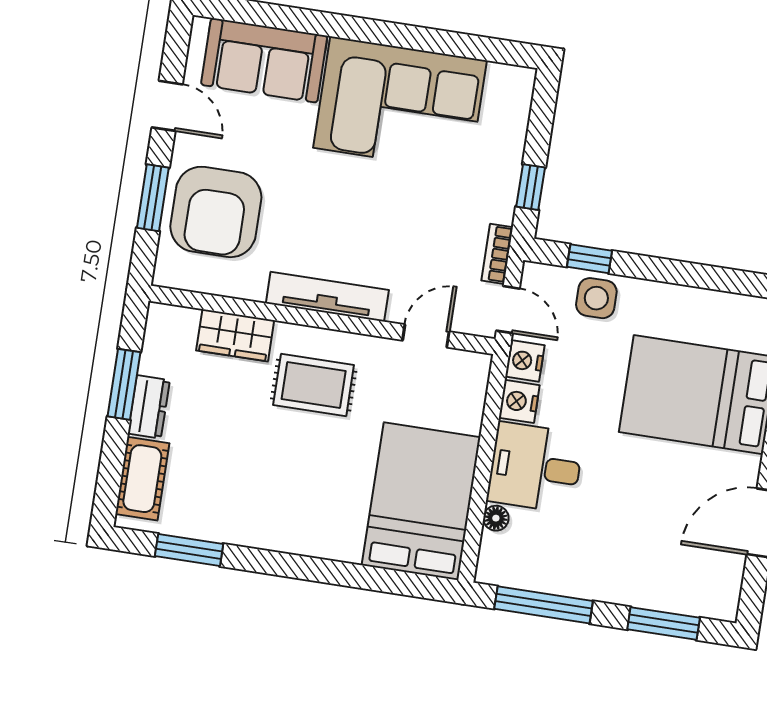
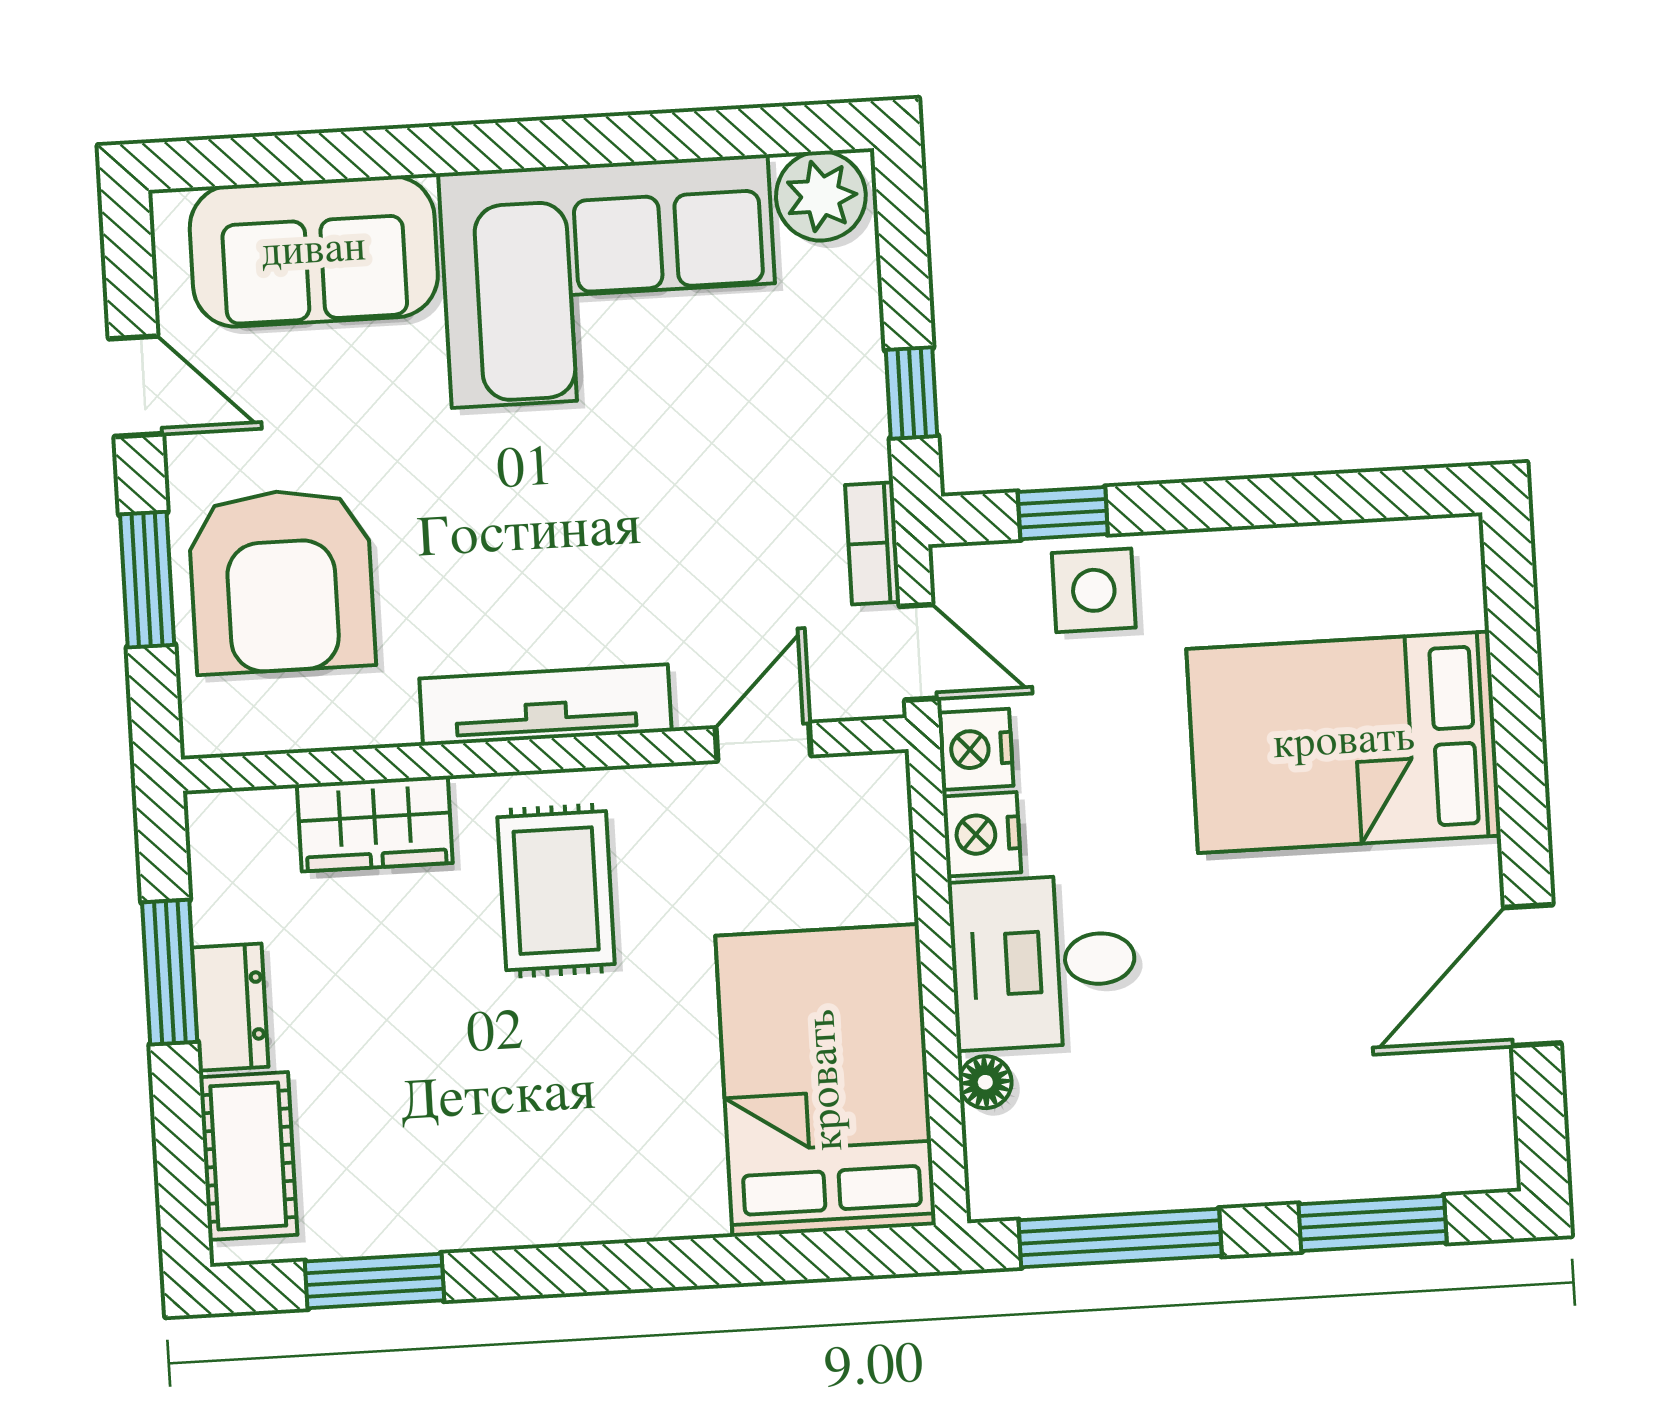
plant: (508, 85) -> (821, 196), added
rug: (314, 385) -> (556, 891), turned 90

